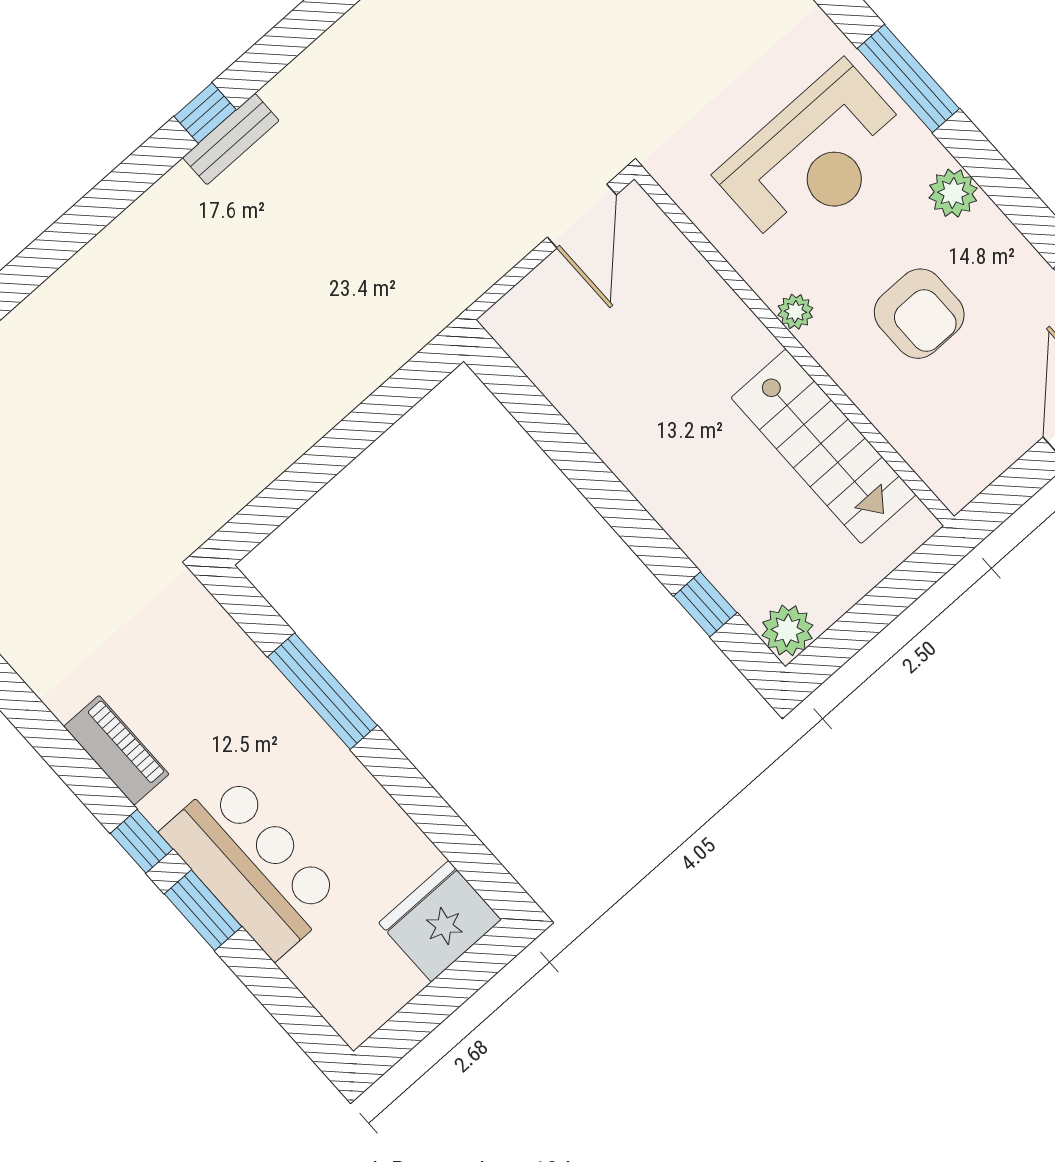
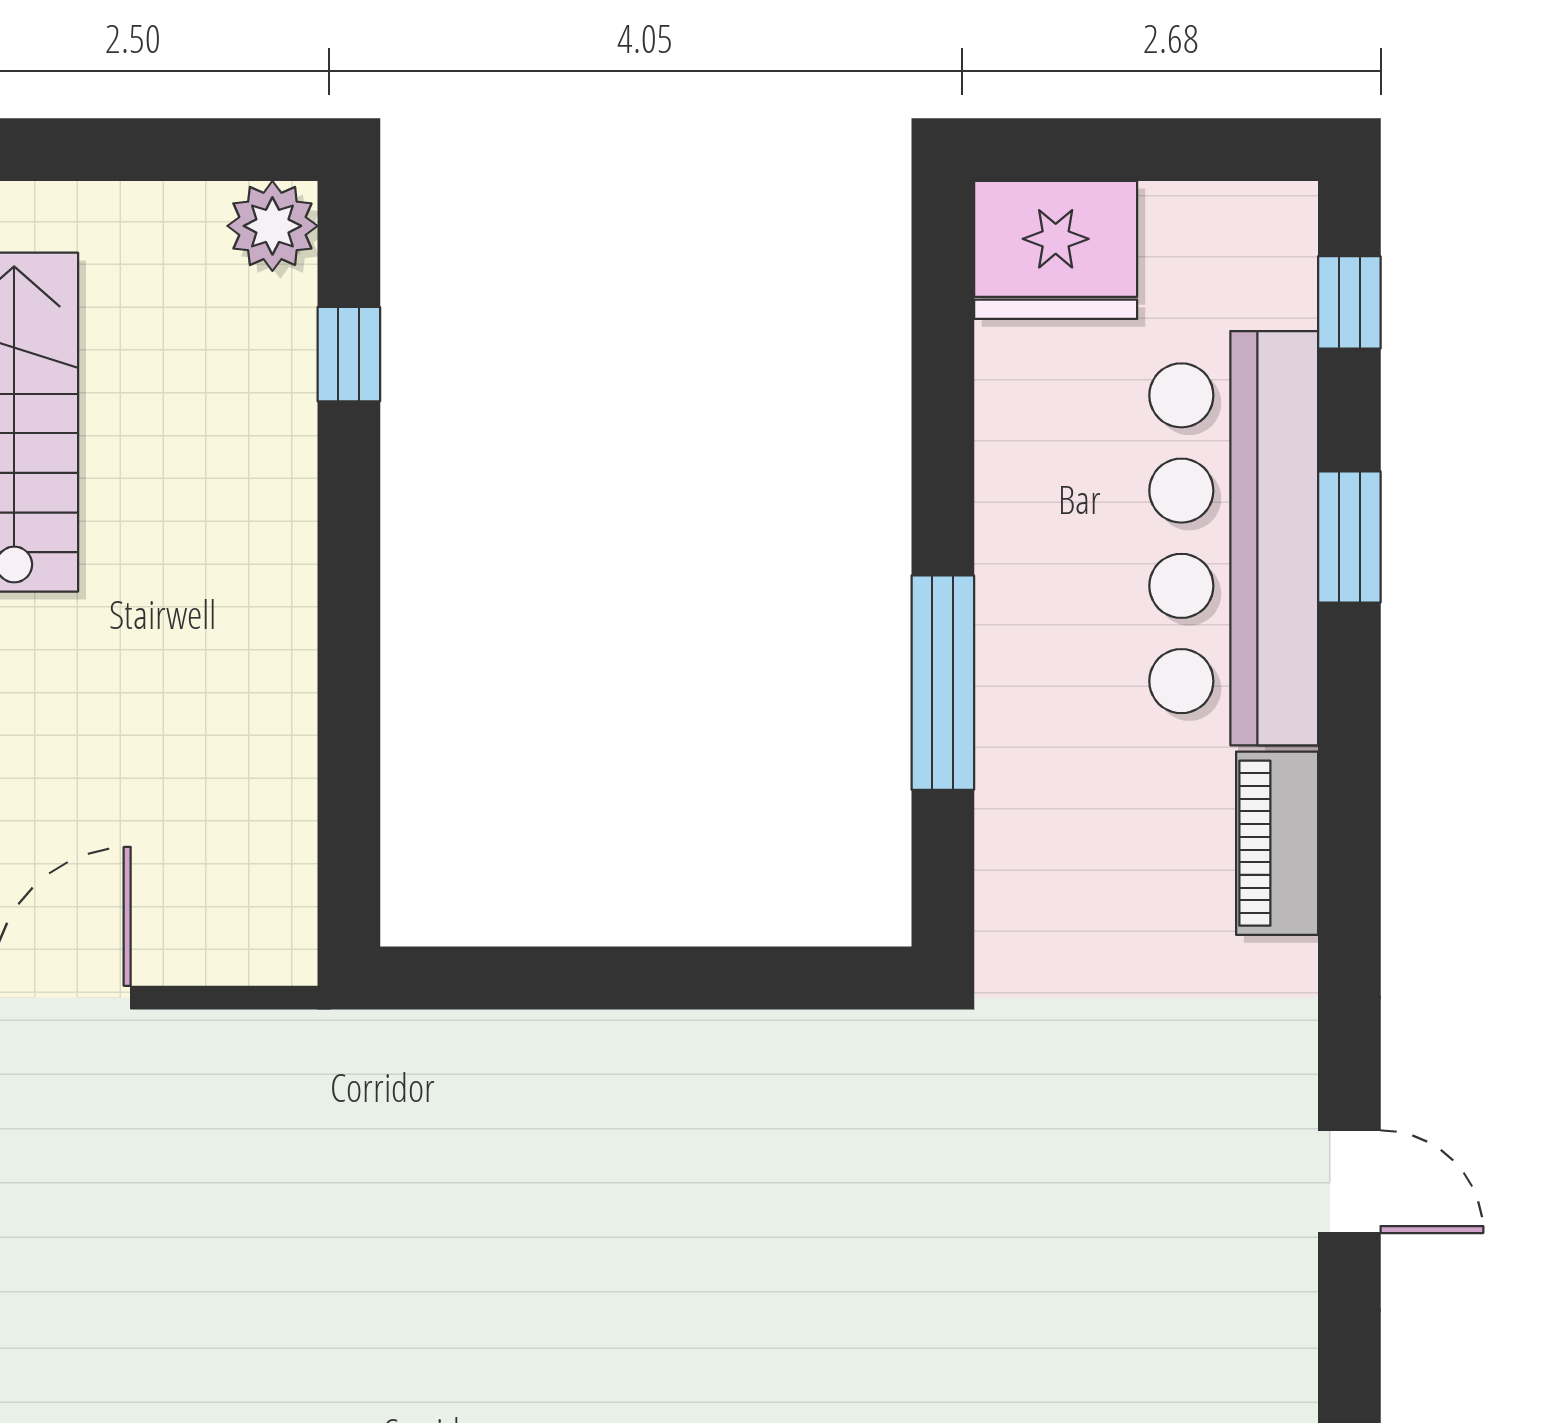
window: (142, 841) -> (1349, 302), moved
bar counter: (252, 865) -> (1234, 538), width x1.36

